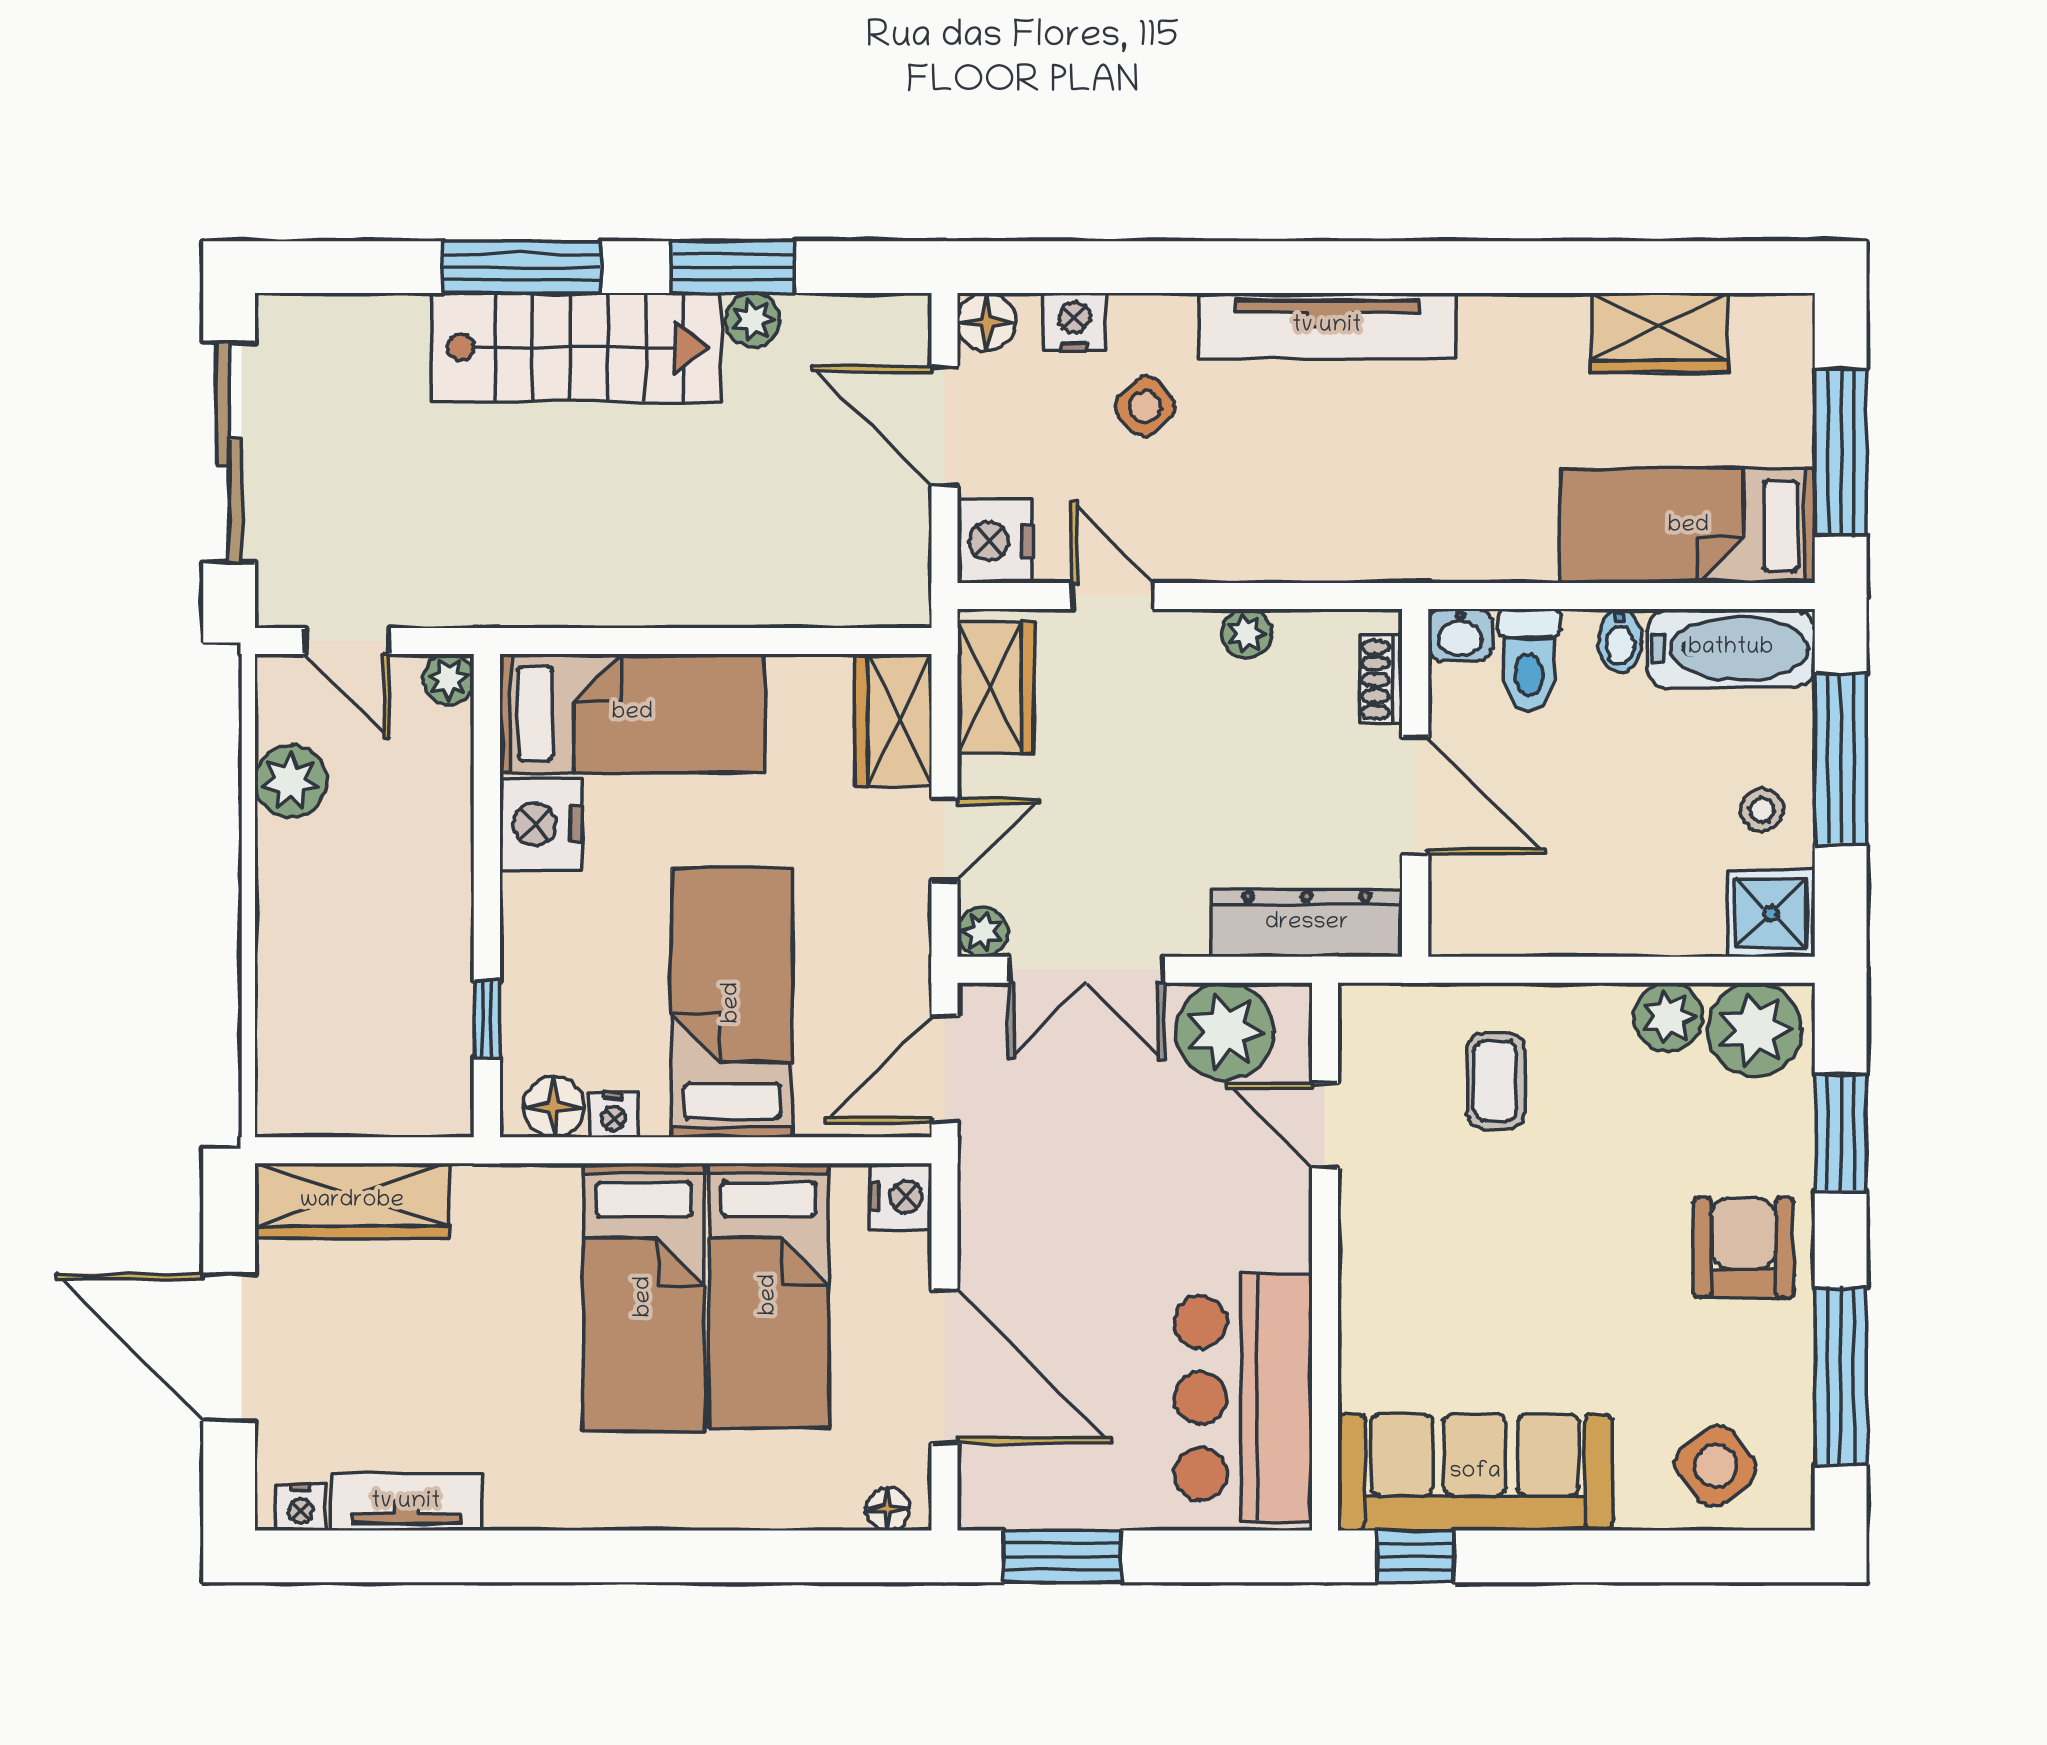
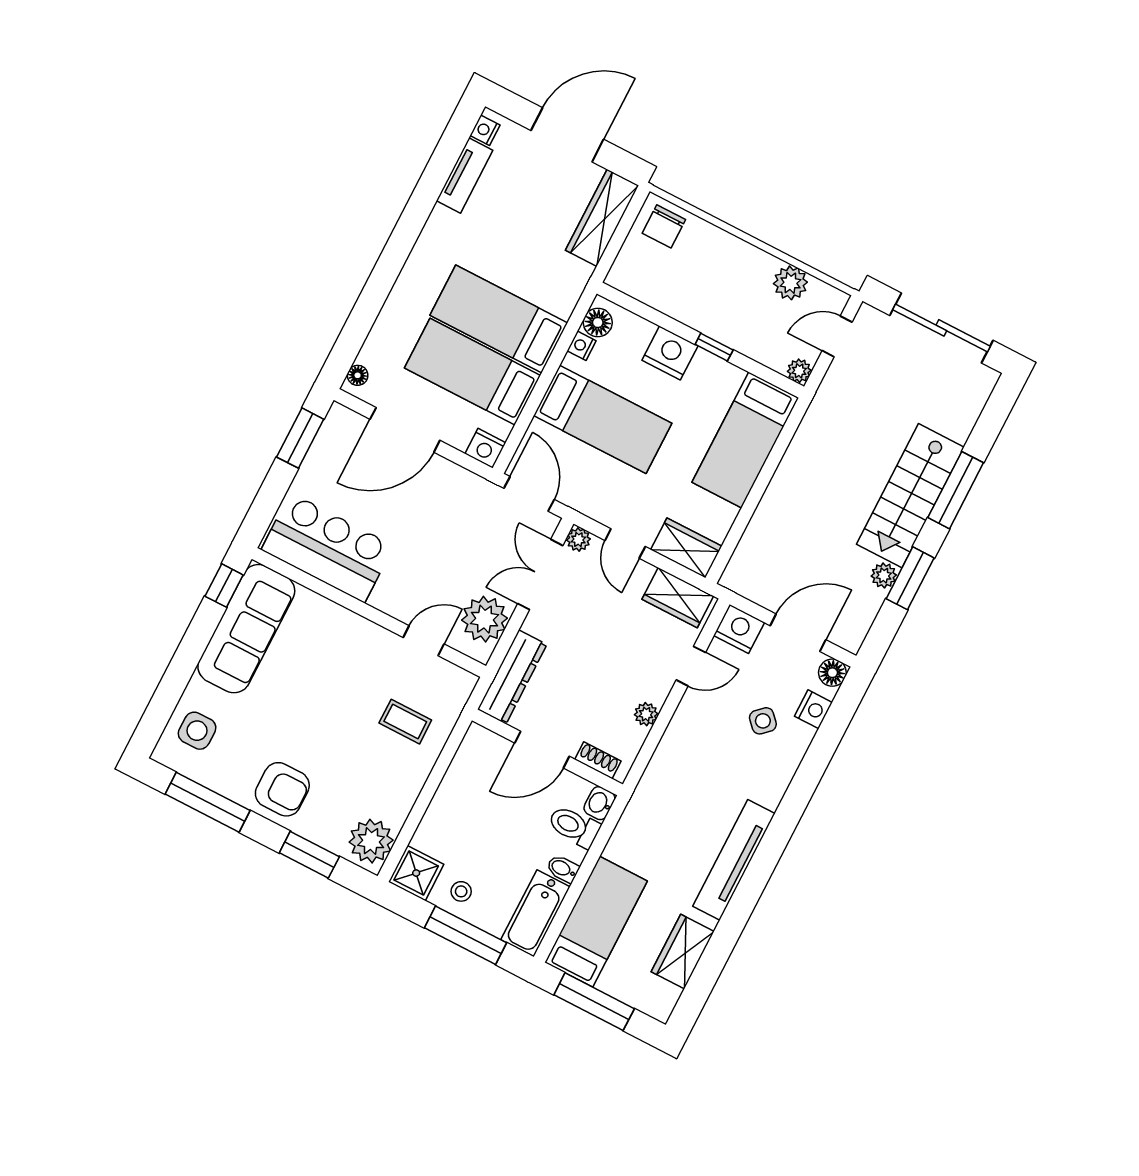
tv unit: (1327, 326) -> (734, 860), moved
nightstand: (541, 824) -> (670, 353), moved
plant: (1668, 1017) -> (395, 808), removed
window: (487, 1019) -> (714, 347), moved
chair: (308, 1076) -> (664, 226), added
side table: (1716, 1466) -> (197, 731), turned 38

